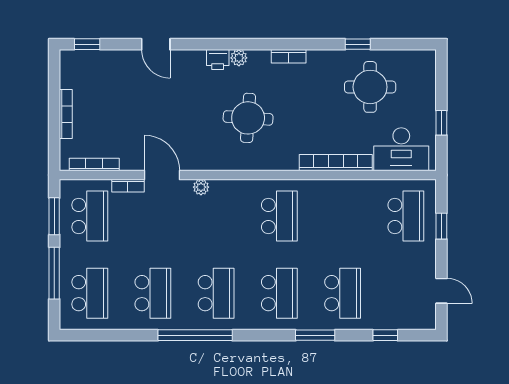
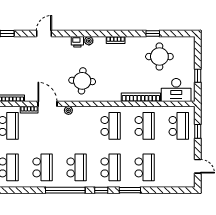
door: (156, 44) -> (44, 33), swing flipped
round table: (248, 118) -> (82, 81), moved
school desk: (343, 216) -> (145, 126), added
window: (385, 335) -> (101, 190), moved

